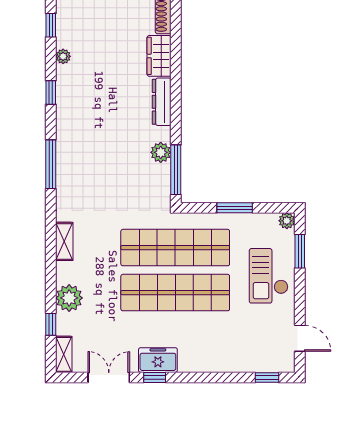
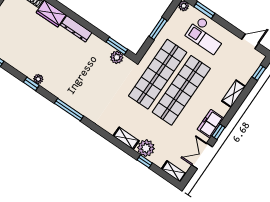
plant: (63, 56) -> (38, 79), moved
plant: (161, 152) -> (117, 57), moved
window: (176, 170) -> (117, 46), width x0.69
shelving: (64, 241) -> (126, 138), moved
window: (51, 324) -> (145, 161), moved
shelving: (217, 363) -> (234, 94), added

